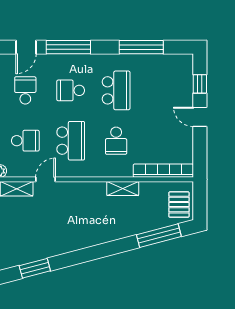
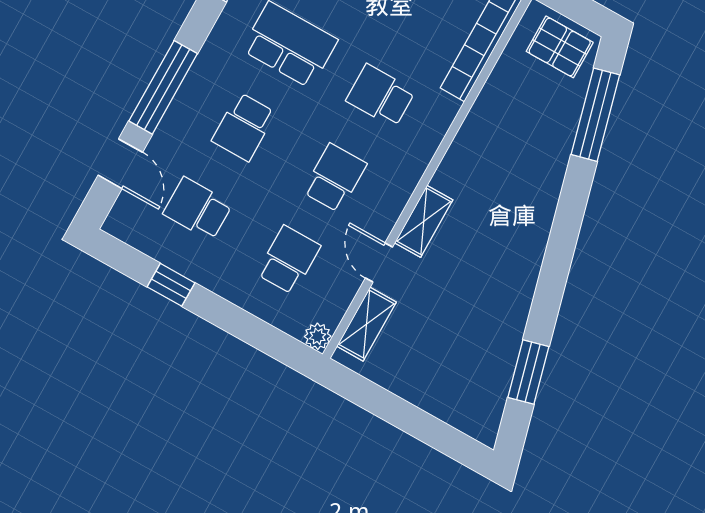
school desk: (71, 141) -> (335, 178), width x0.54
school desk: (116, 141) -> (381, 96), turned 180
shelving: (123, 189) -> (424, 221), moved

